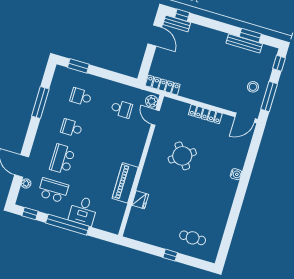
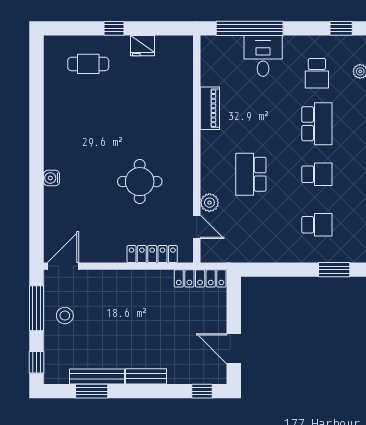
bench: (177, 23) -> (146, 376), moved
plant: (152, 101) -> (209, 203), moved
school desk: (122, 109) -> (251, 174), moved, width x1.85
locker: (205, 114) -> (152, 254), moved
round table: (182, 156) -> (140, 182), turned 35
piano: (125, 183) -> (210, 108), width x0.73, depth x0.75
school desk: (53, 190) -> (317, 73), width x0.54
fridge: (140, 200) -> (143, 46), moved, turned -90
window: (67, 225) -> (250, 28), moved

